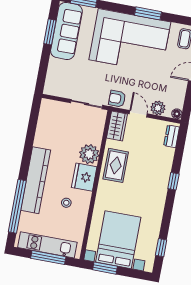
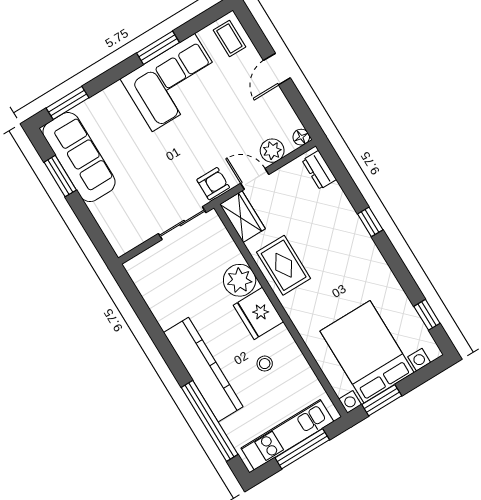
corner sofa: (130, 41) -> (173, 83), width x0.73, depth x0.74
armchair: (117, 99) -> (213, 184), turned 180

